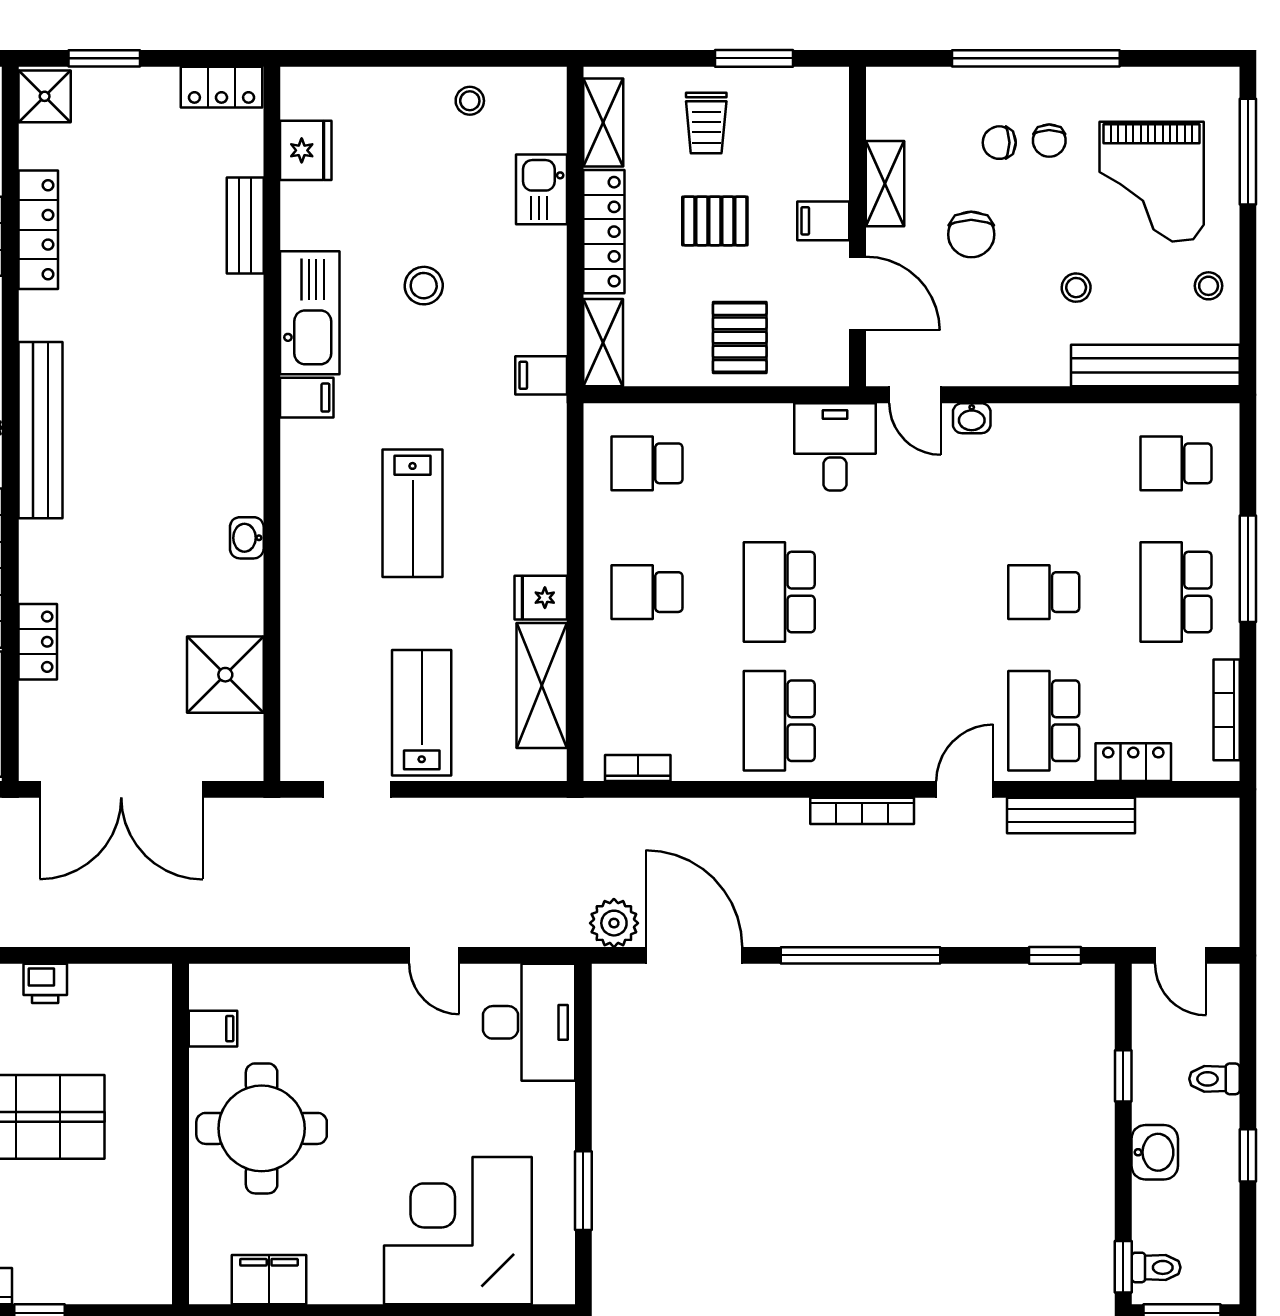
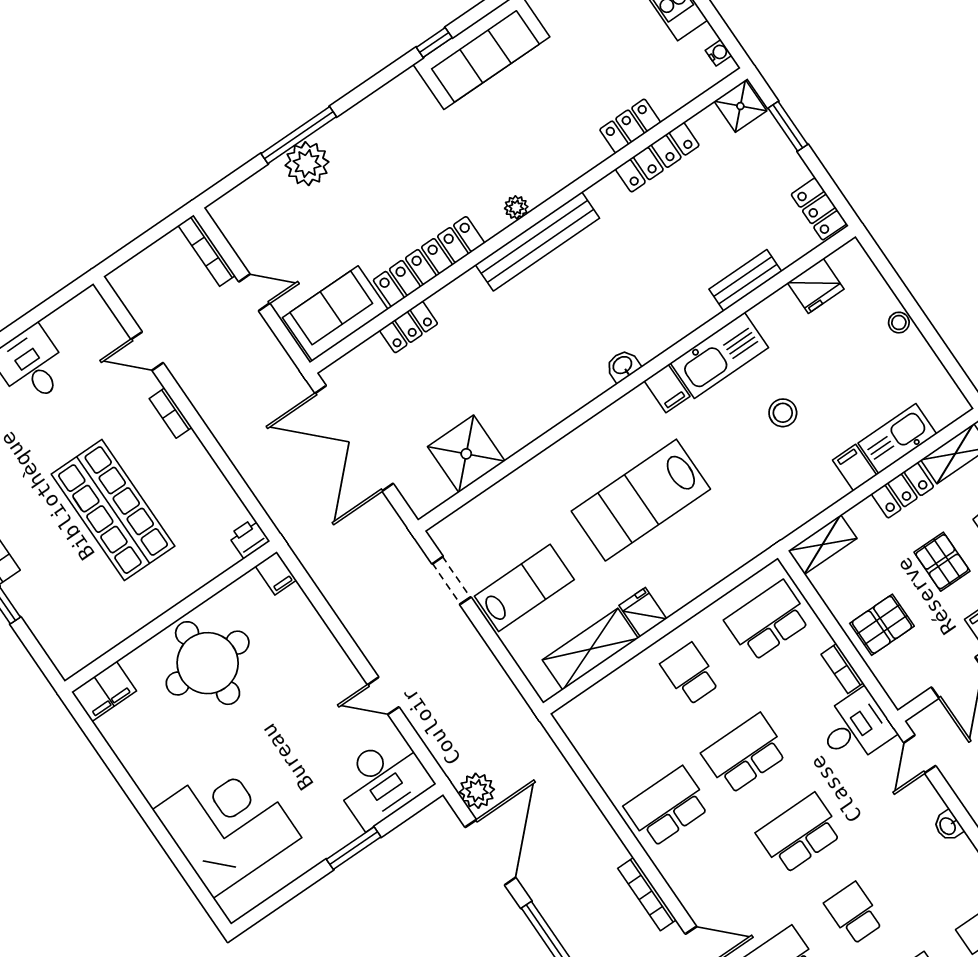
stool: (470, 101) -> (899, 323), moved
kitchen sink: (541, 189) -> (897, 439), width x1.38
locker: (604, 232) -> (903, 490), width x0.66
filing cabinet: (541, 375) -> (855, 468), moved
washbasin: (972, 418) -> (948, 826), moved
school desk: (647, 463) -> (768, 621), width x1.85
lab bench: (413, 513) -> (641, 500), width x1.36, depth x1.39
washbasin: (247, 538) -> (623, 366), moved
school desk: (911, 592) -> (799, 833), added
bookcase: (638, 768) -> (842, 669), moved, turned 180
door: (434, 955) -> (383, 696), hinge flipped
printer: (45, 983) -> (249, 538), moved, turned 90
filing cabinet: (213, 1029) -> (276, 573), moved
window: (583, 1191) -> (354, 848), moved
filing cabinet: (269, 1280) -> (104, 691), moved, turned 90

